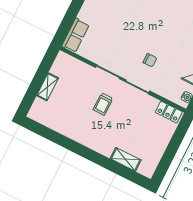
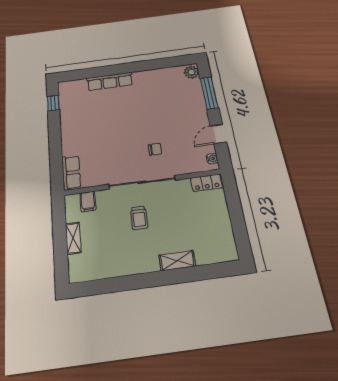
filing cabinet: (74, 67) -> (88, 201), added
shelving: (126, 159) -> (177, 261), moved

